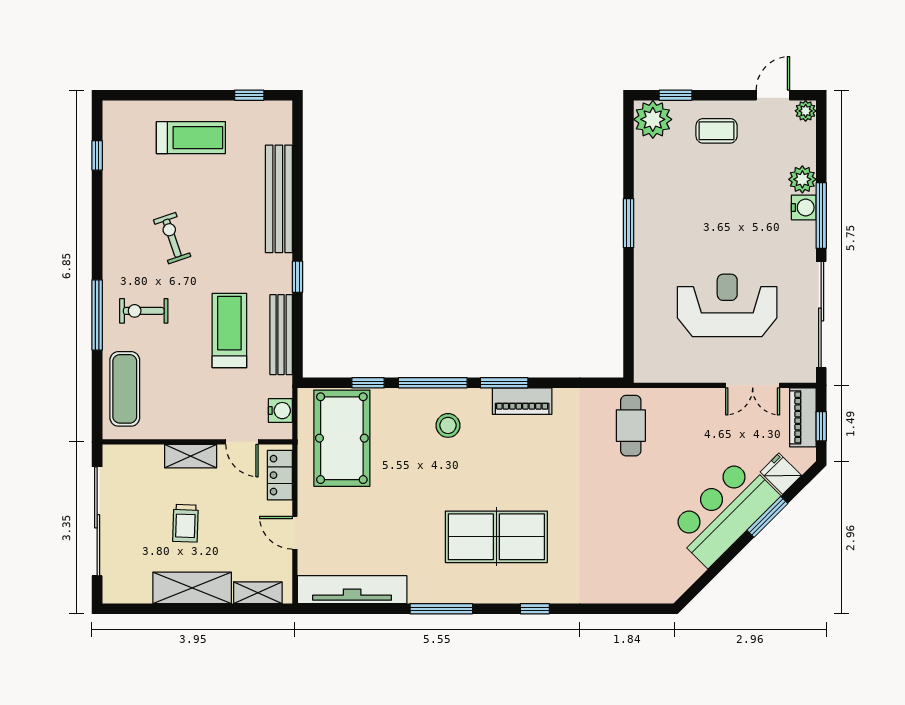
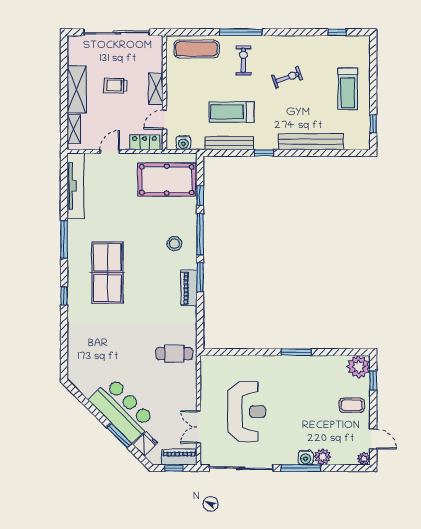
coffee table: (717, 131) -> (352, 405), turned 90
treadmill: (229, 330) -> (232, 112), turned 180

